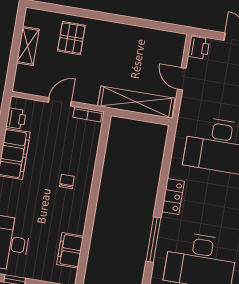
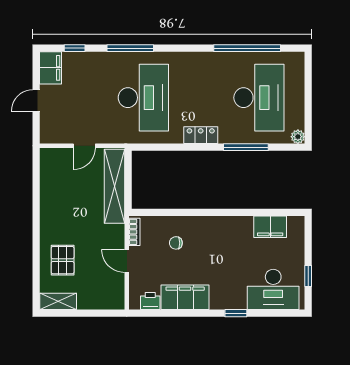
pallet: (71, 38) -> (63, 260), turned 90
shelving: (28, 46) -> (58, 301), moved
printer: (199, 48) -> (51, 134), removed
chair: (67, 181) -> (176, 243), moved

